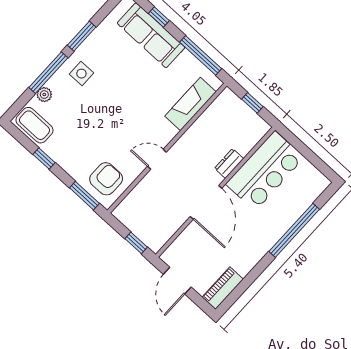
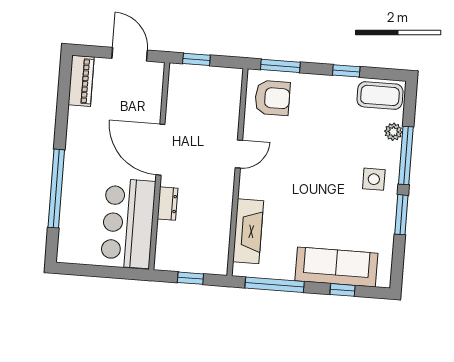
armchair: (106, 179) -> (272, 98), turned -90

